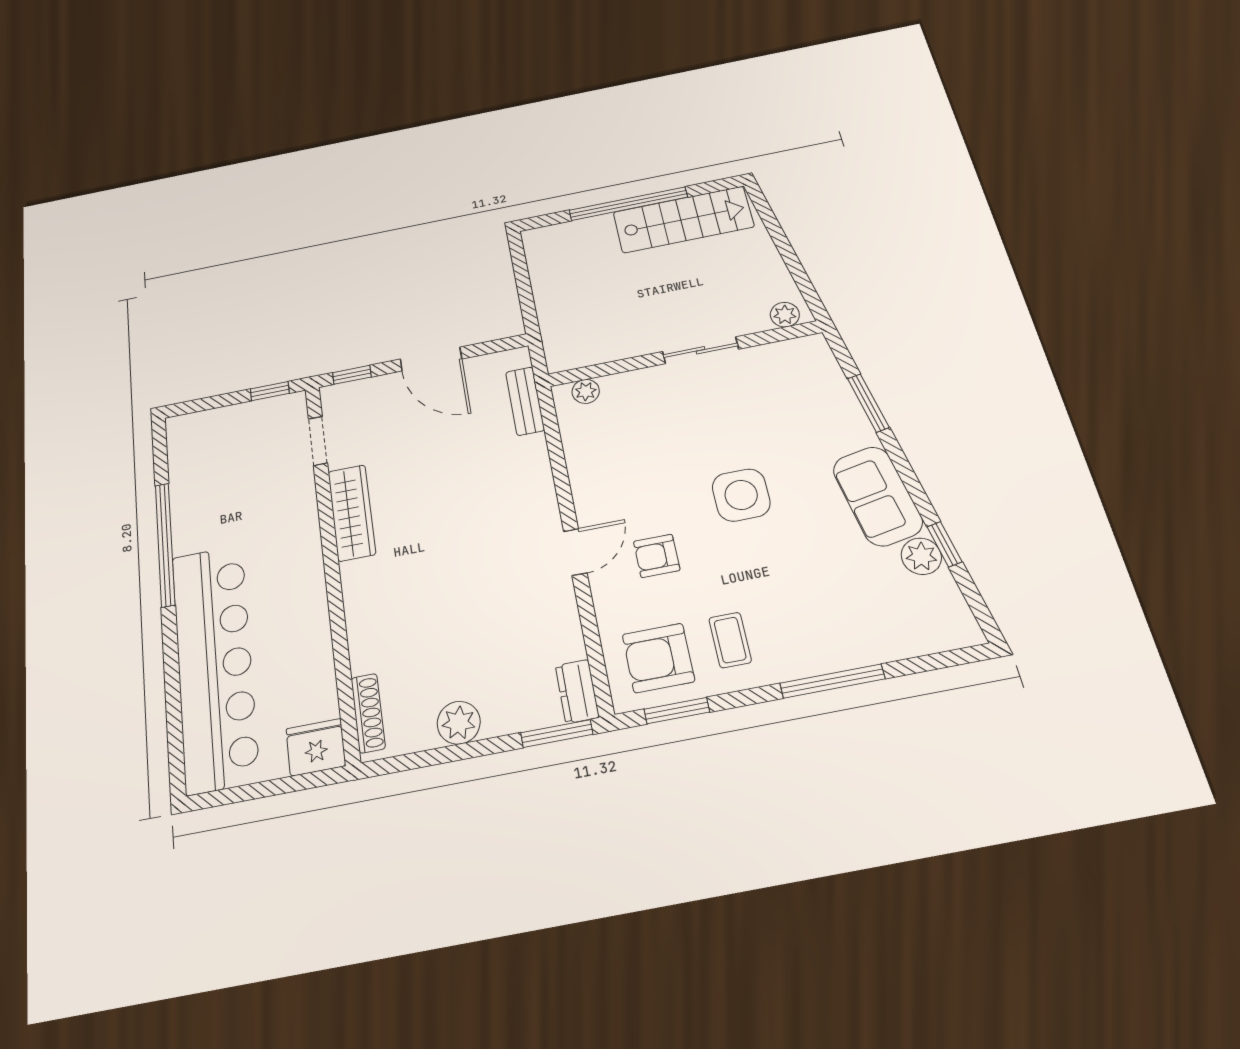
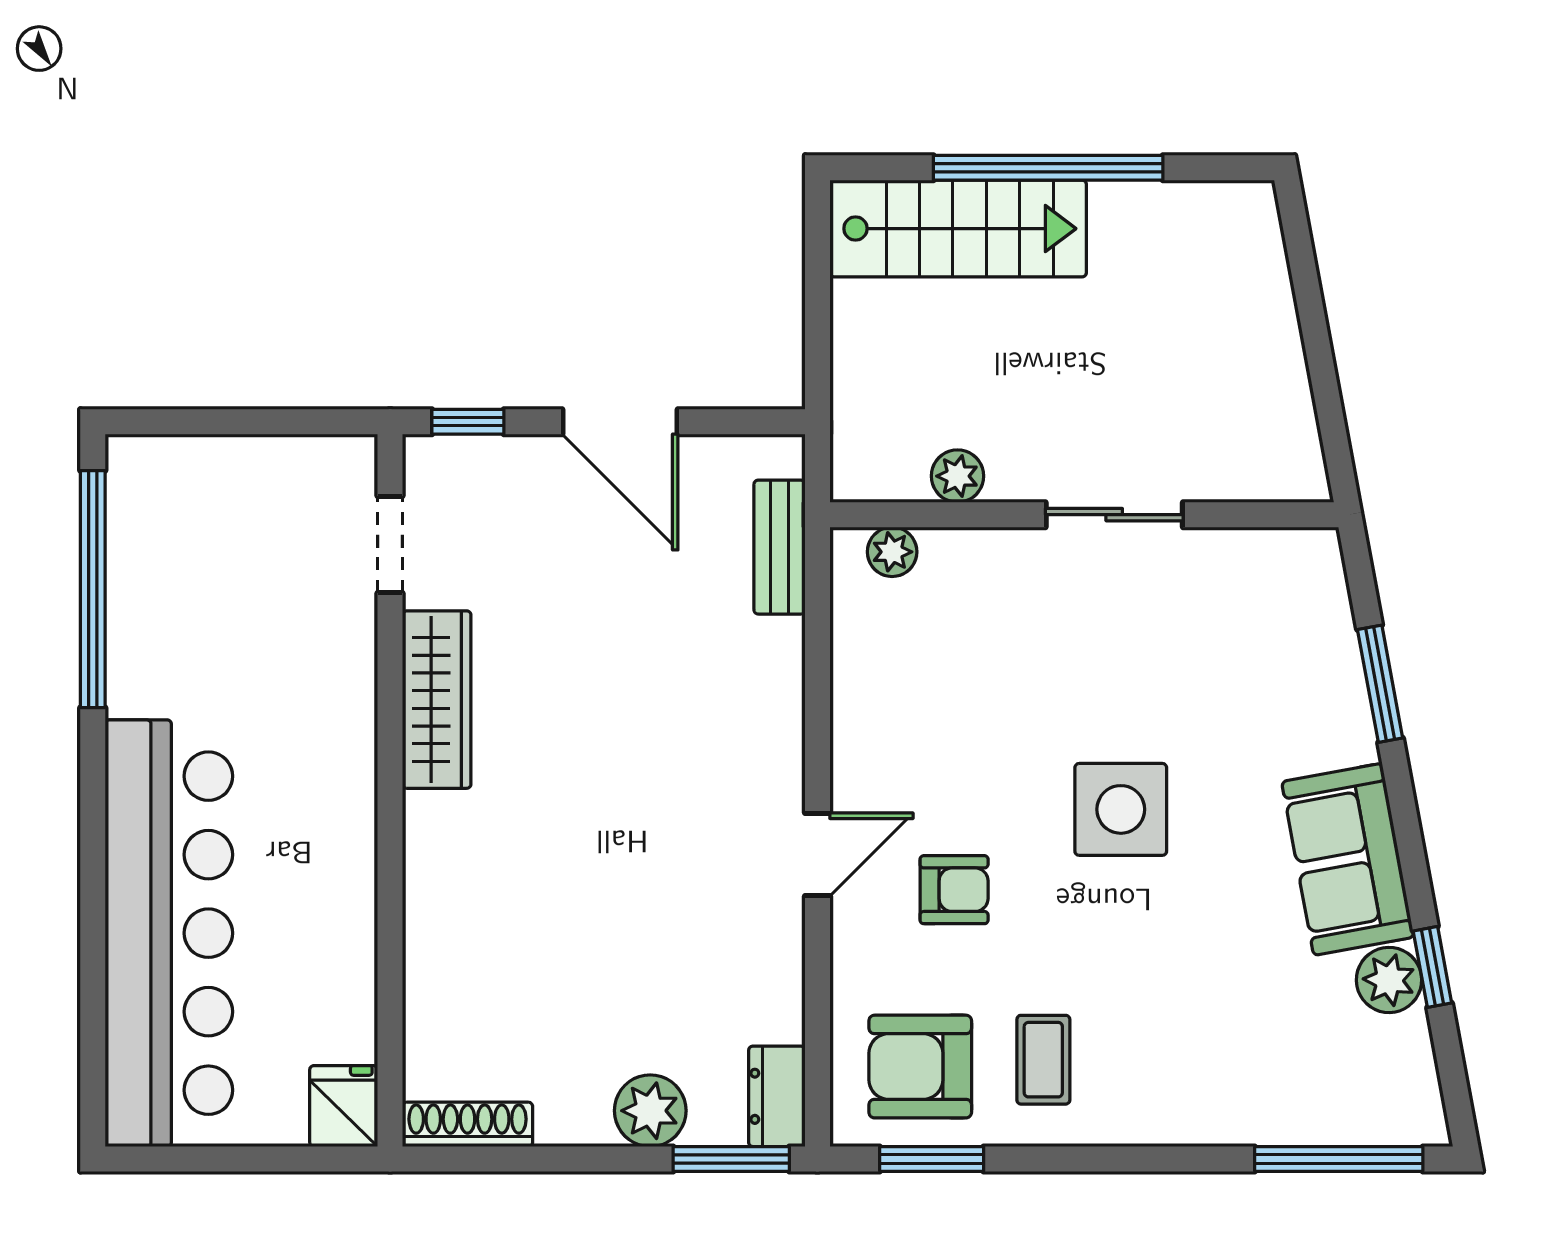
stairs: (683, 220) -> (958, 229), moved
plant: (785, 315) -> (957, 476), moved
window: (270, 391) -> (309, 422), removed
window: (165, 544) -> (93, 589), moved
armchair: (657, 556) -> (954, 890), turned 180
window: (832, 681) -> (1339, 1159), moved
shoe rack: (368, 713) -> (468, 1124), moved, turned -90
plant: (459, 723) -> (650, 1111), moved
fridge: (316, 747) -> (344, 1106), width x0.72

